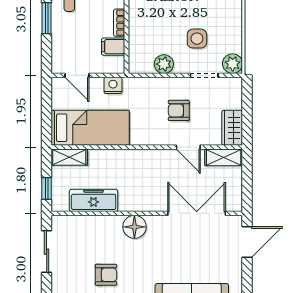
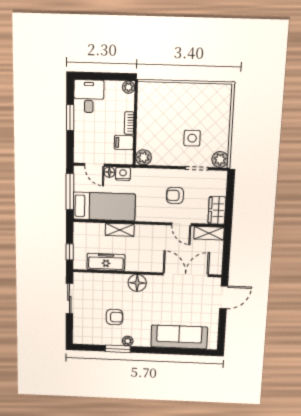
plant: (164, 64) -> (144, 157), moved
floor lamp: (96, 84) -> (109, 172), added
window: (47, 110) -> (70, 192), added
shelving: (69, 157) -> (120, 230), moved

